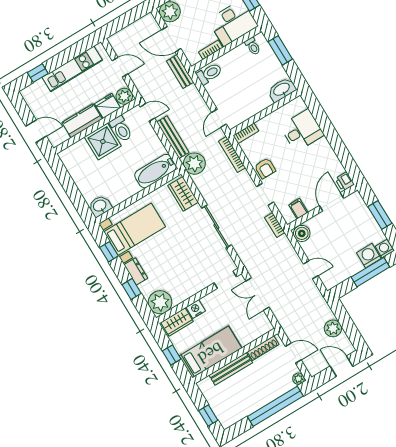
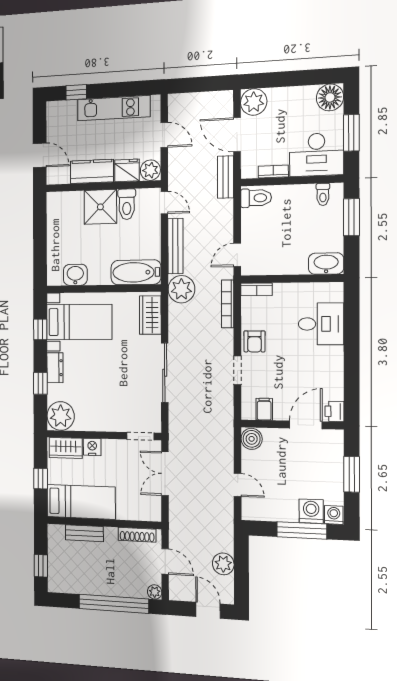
washbasin: (100, 206) -> (75, 275), moved
bookcase: (275, 225) -> (228, 411), removed
bench: (231, 369) -> (84, 533), width x0.73

